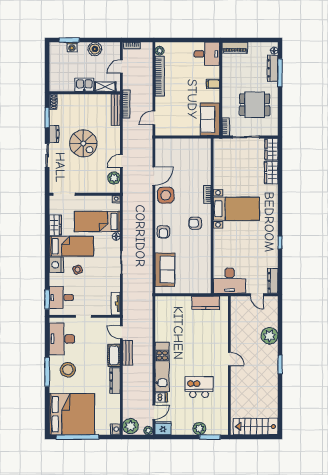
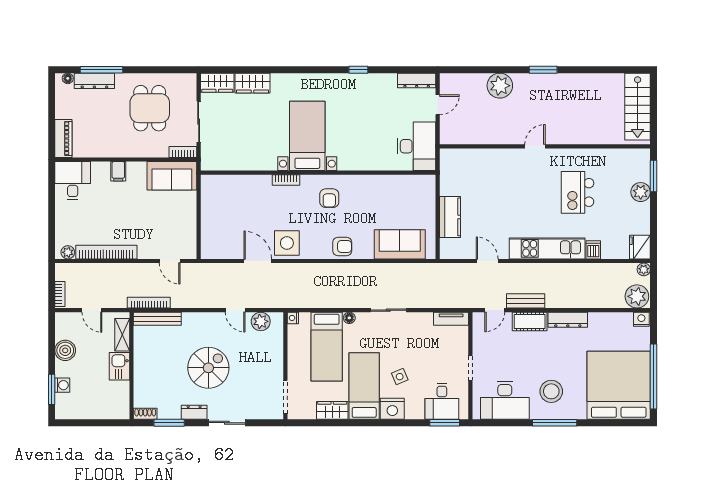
kitchen counter: (206, 303) -> (450, 217), moved
door: (154, 412) -> (487, 261), moved

